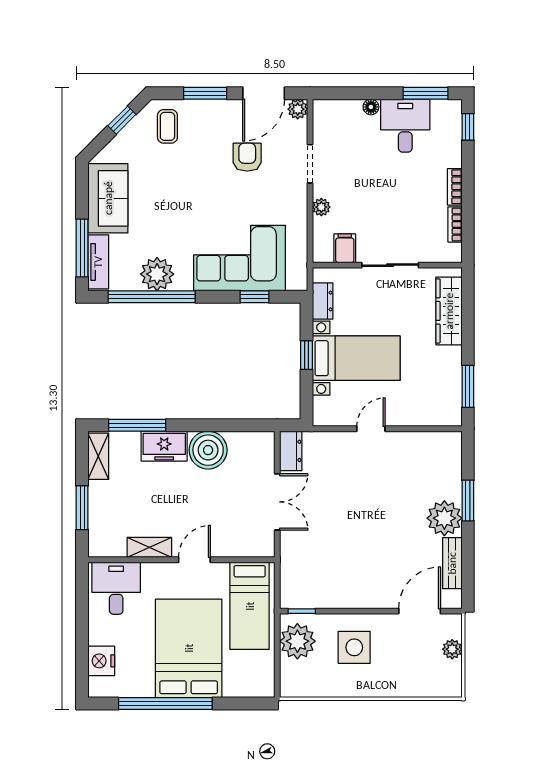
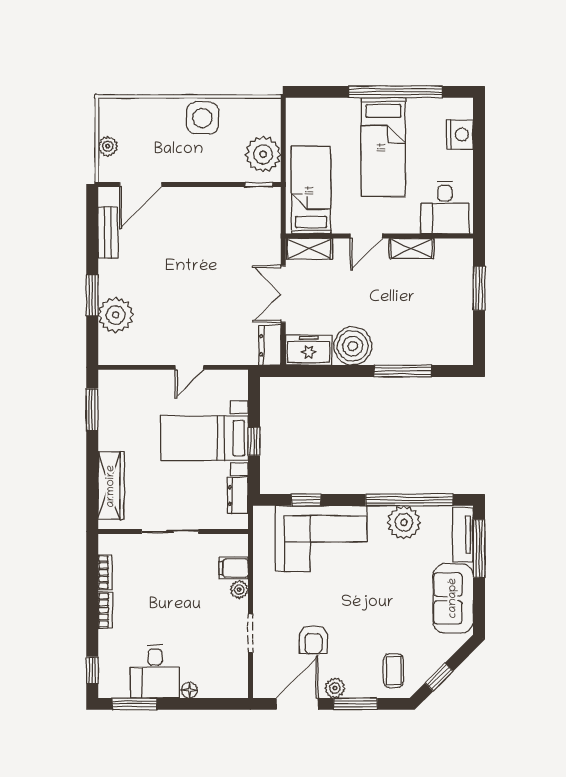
plant: (298, 109) -> (335, 688), moved
filing cabinet: (345, 248) -> (234, 568), moved, turned 90
window: (137, 425) -> (403, 371), moved
freezer: (164, 446) -> (309, 350), moved
shelving: (98, 456) -> (309, 249), moved, turned 90
plant: (444, 518) -> (116, 315), moved
side table: (354, 647) -> (203, 118), moved
bed: (189, 648) -> (383, 147), width x0.67

